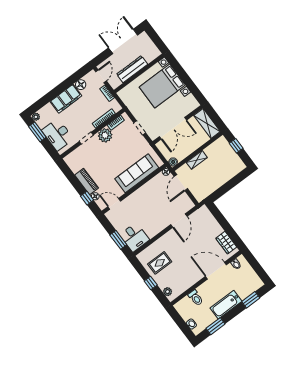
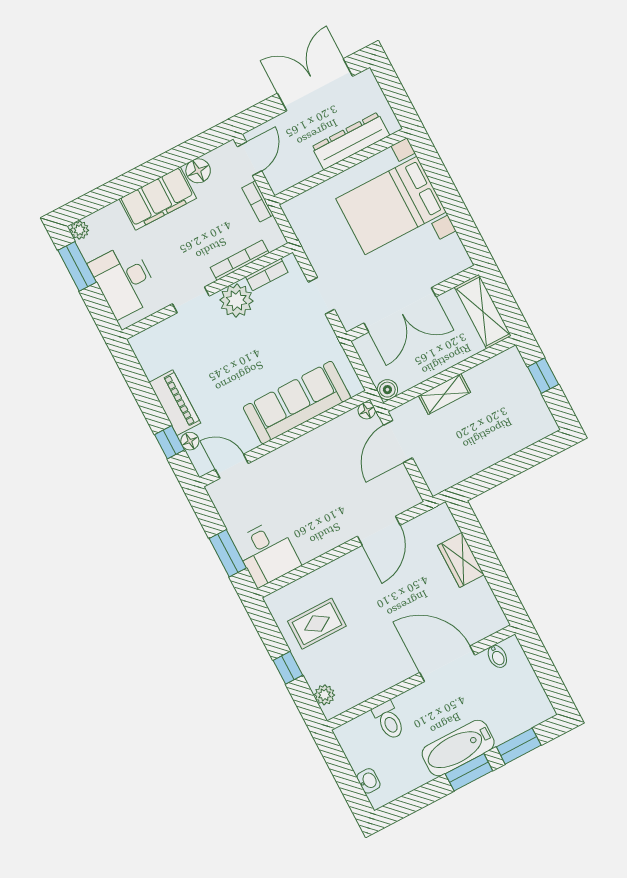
dresser: (132, 69) -> (351, 141), moved
wardrobe: (226, 243) -> (461, 560), moved
window: (216, 326) -> (469, 772), moved

